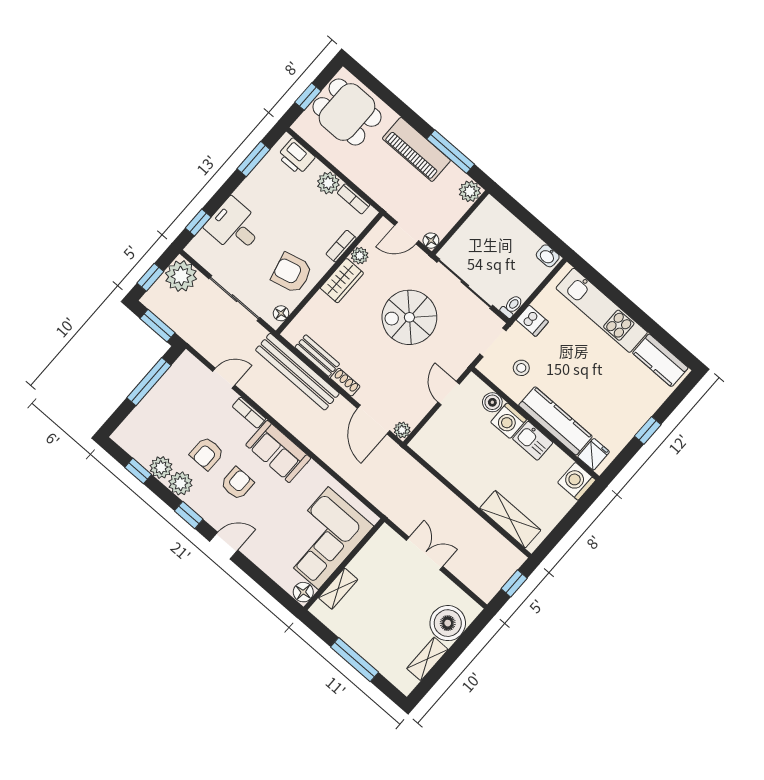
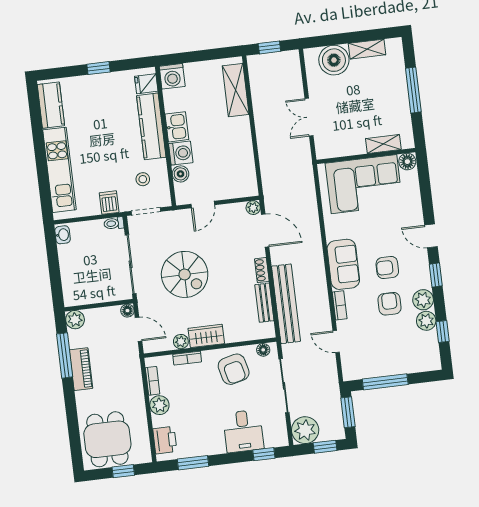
piano: (416, 149) -> (81, 369), width x0.73, depth x0.75
door: (374, 419) -> (265, 230), hinge flipped
armchair: (207, 453) -> (390, 304), turned -90

